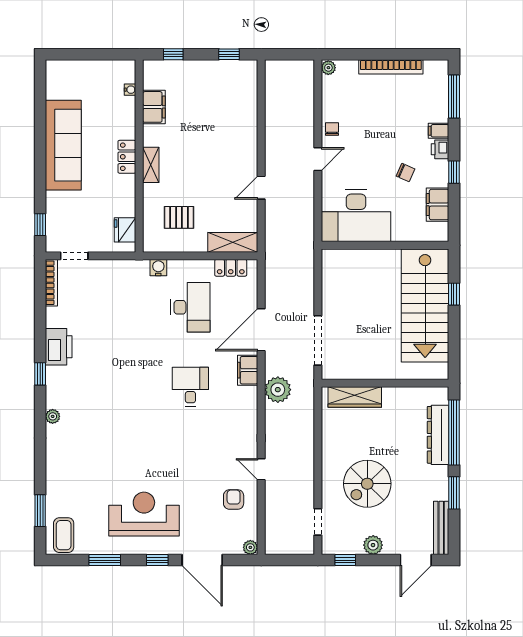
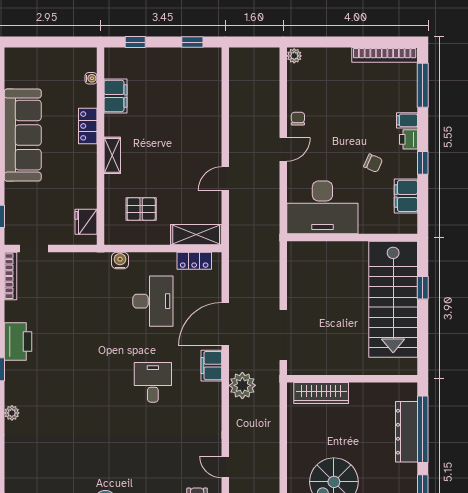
bookcase: (391, 67) -> (385, 55), moved
locker: (127, 157) -> (88, 126), moved

